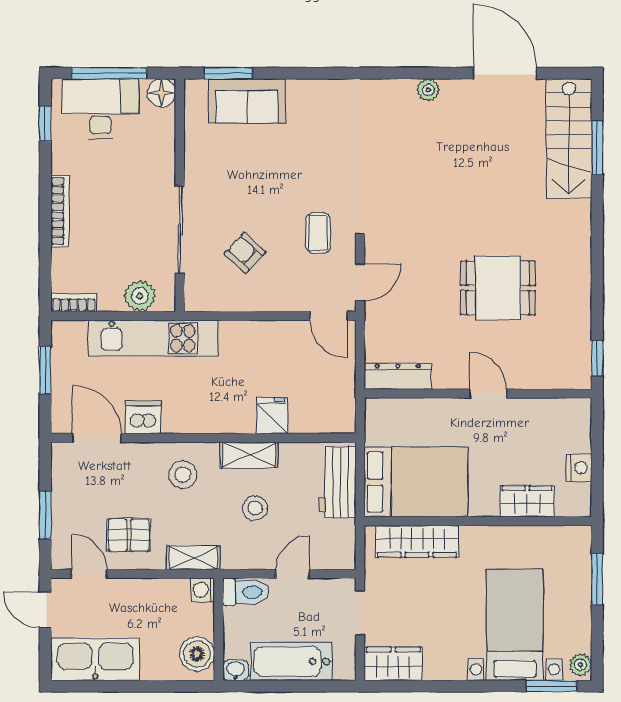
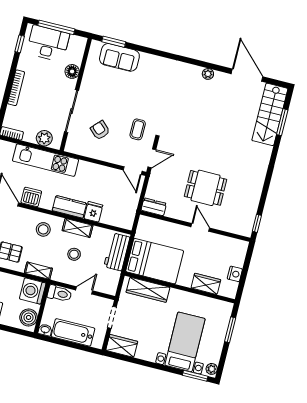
floor lamp: (161, 93) -> (72, 71), moved
dining table: (498, 288) -> (206, 188), moved
dresser: (398, 376) -> (154, 207), width x0.70
kitchen counter: (223, 418) -> (69, 207), added
washing machine: (203, 590) -> (33, 291), width x1.89, depth x1.89

